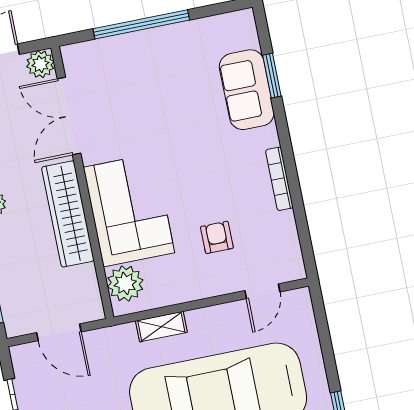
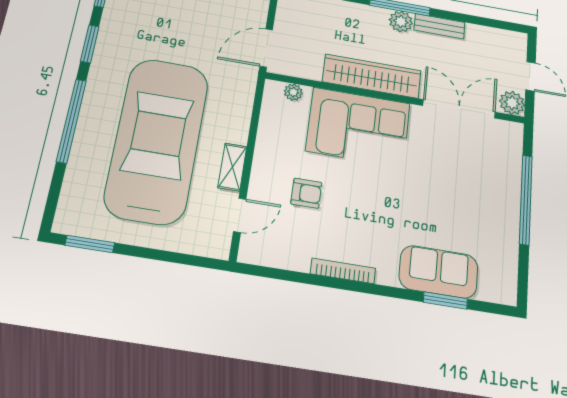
plant: (125, 283) -> (293, 92), width x0.53, depth x0.53
door: (262, 291) -> (240, 215), swing flipped
shelving: (161, 327) -> (232, 167), moved
door: (59, 332) -> (266, 48), moved

